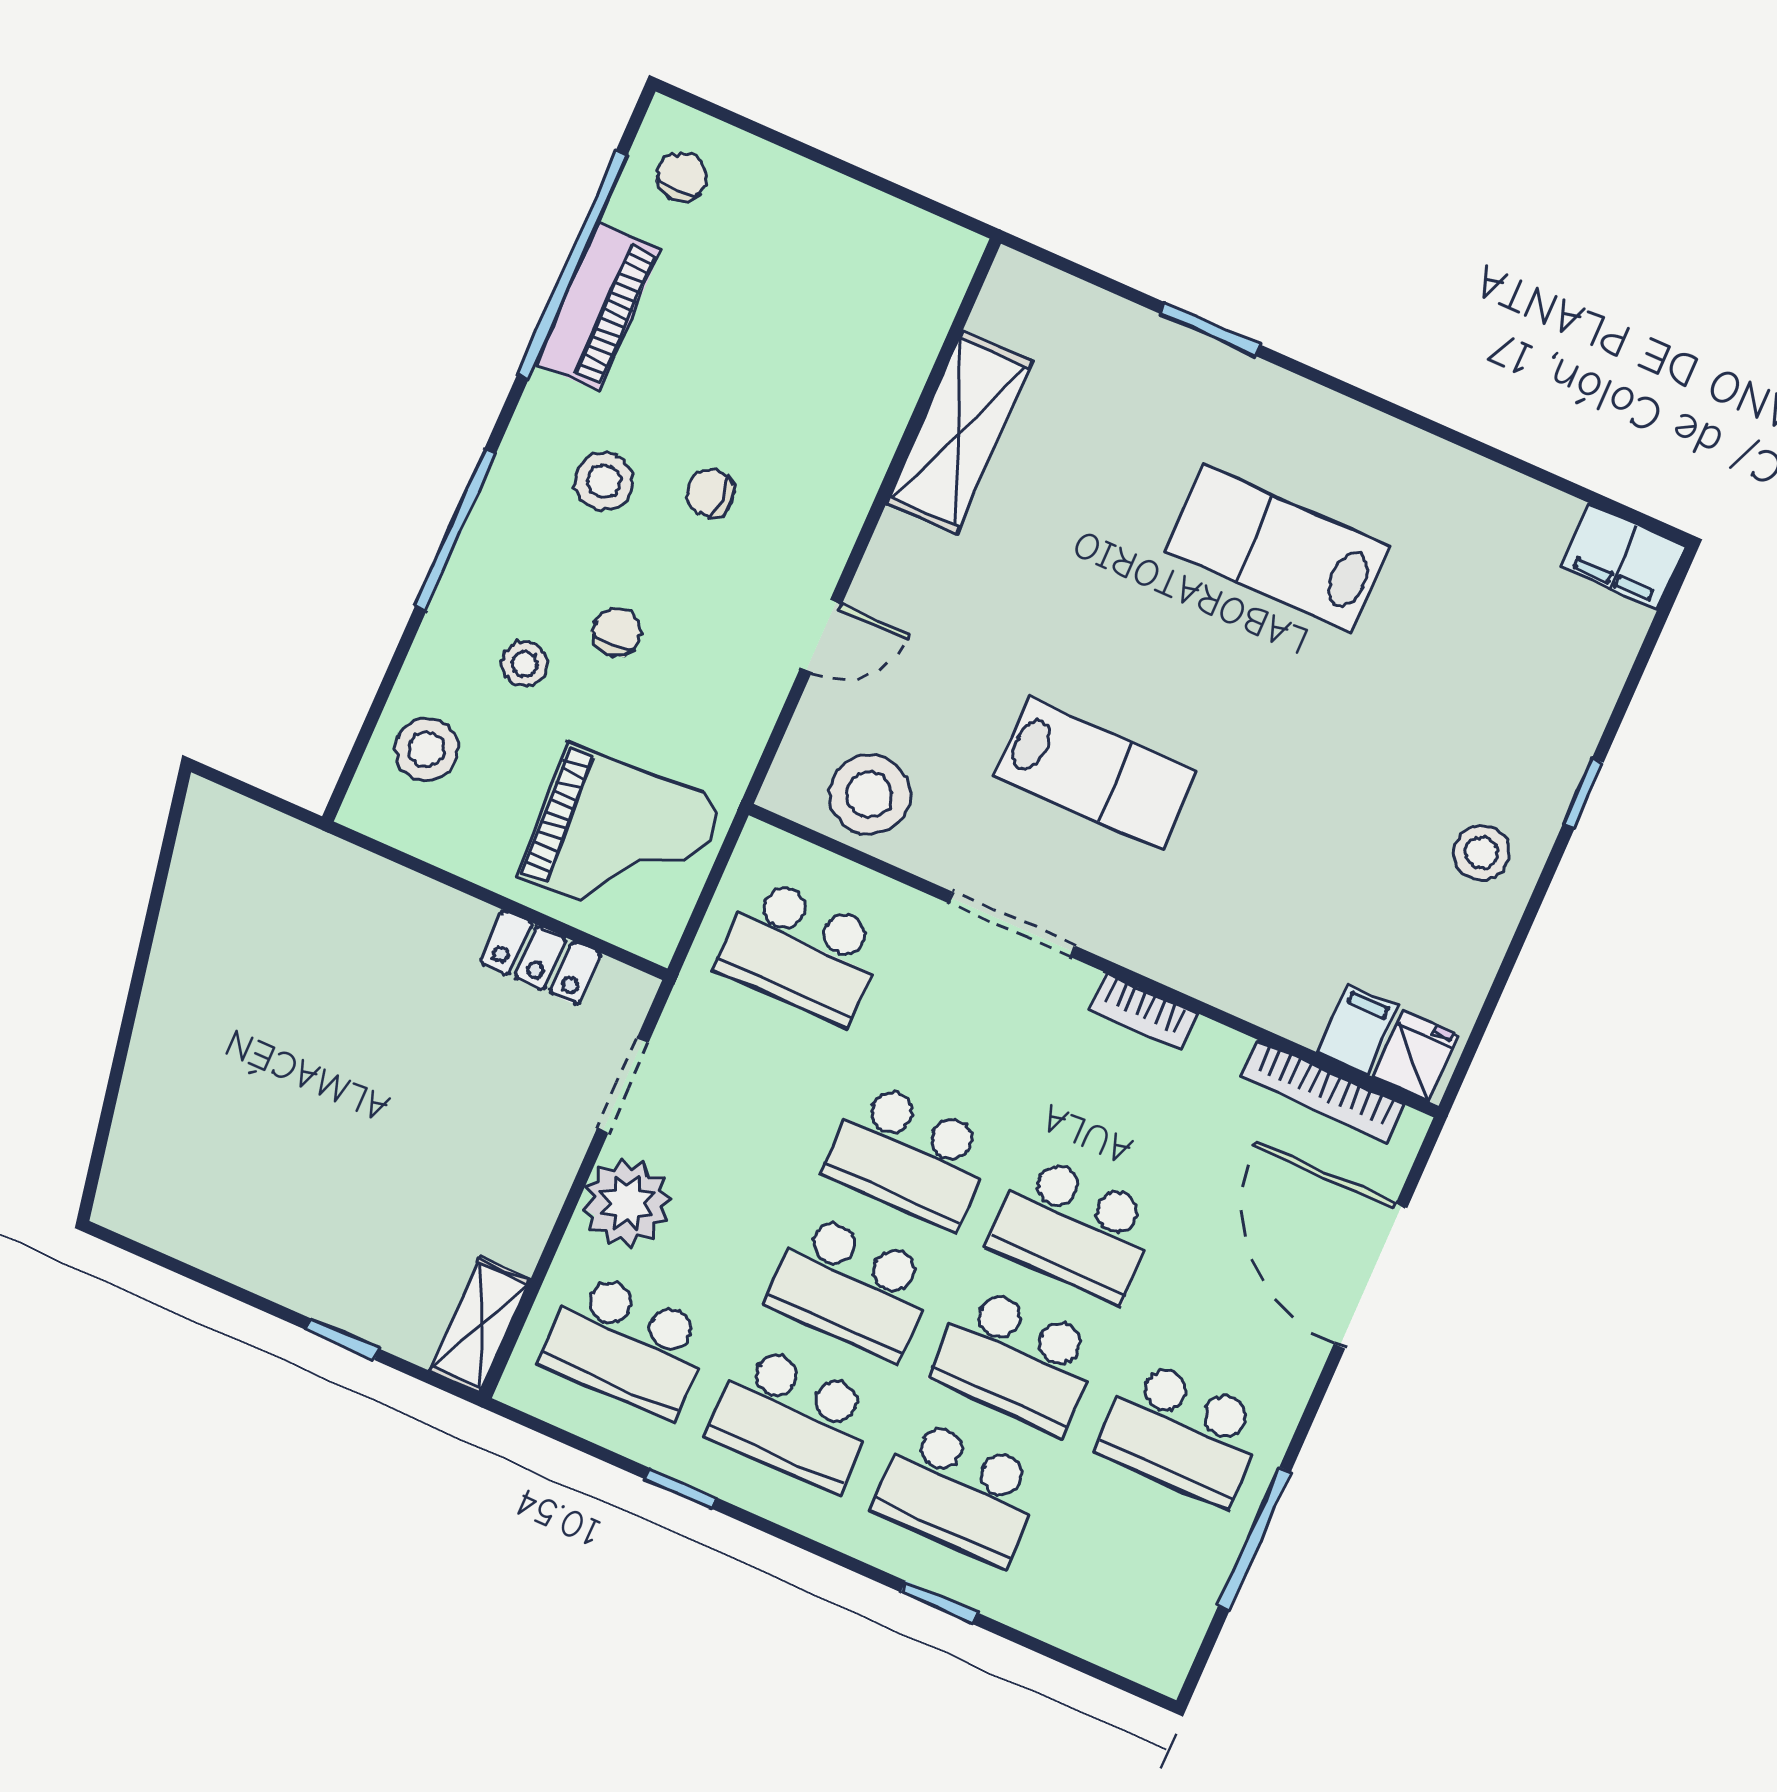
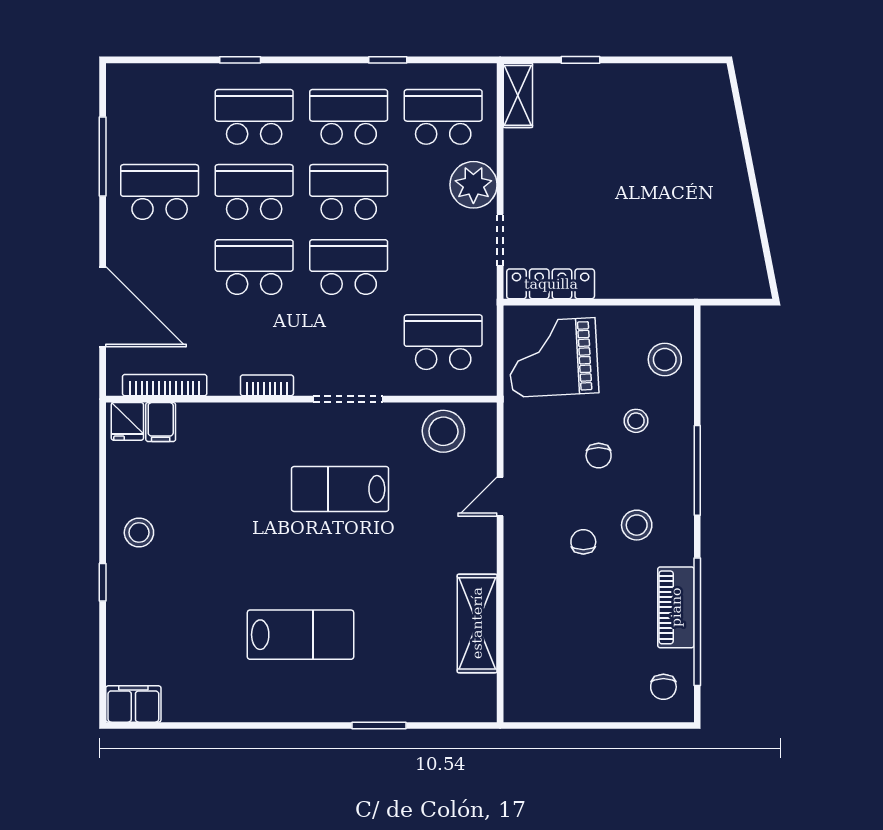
chair: (710, 493) -> (583, 542), turned -90
locker: (541, 958) -> (551, 284), width x1.53

